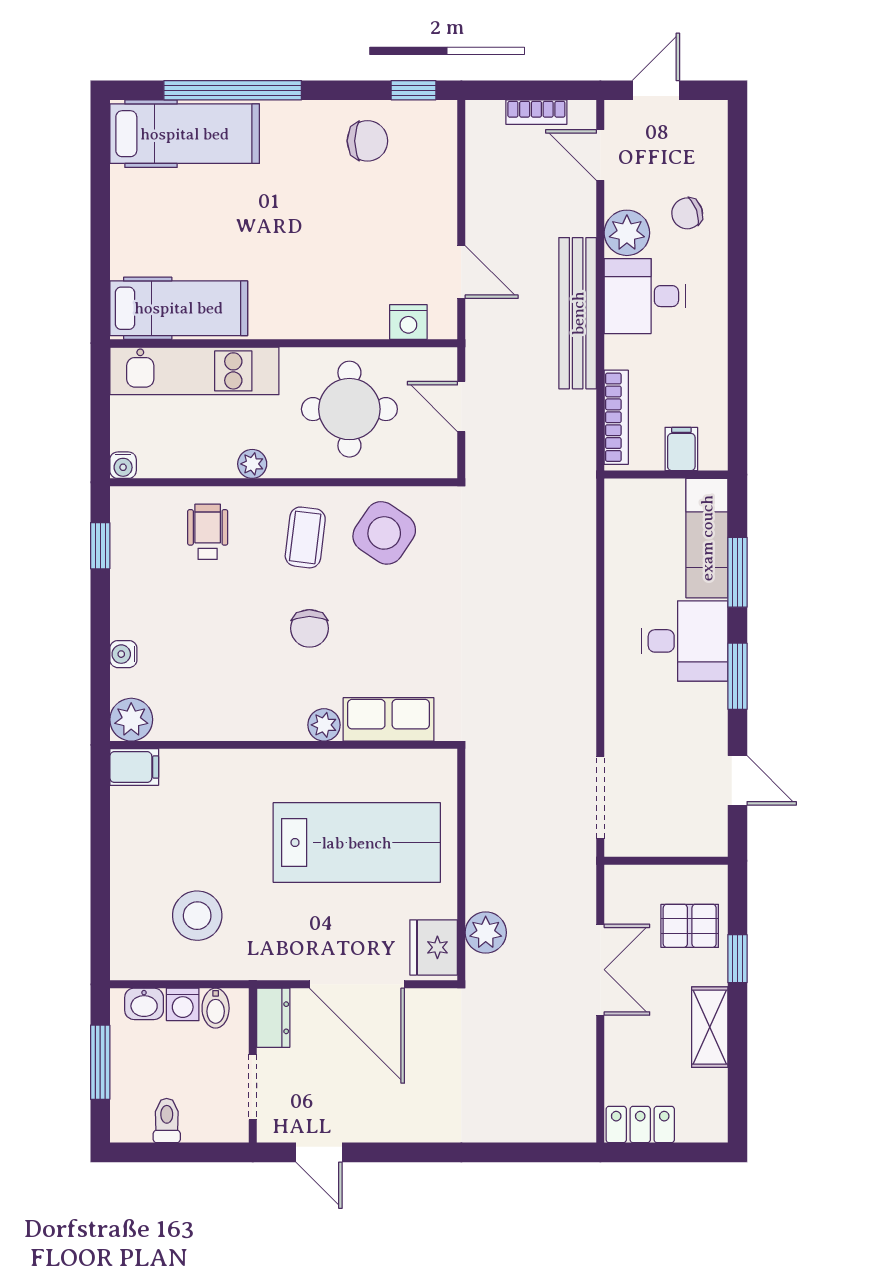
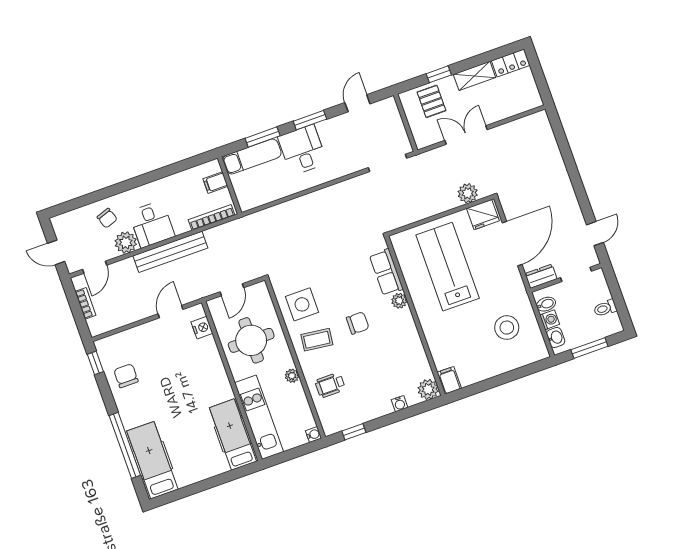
side table: (384, 533) -> (302, 304), turned -34
locker: (640, 1124) -> (511, 63), moved, turned -90

